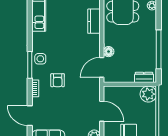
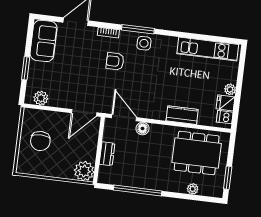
dresser: (144, 77) -> (107, 154), moved
door: (102, 111) -> (84, 113), moved

